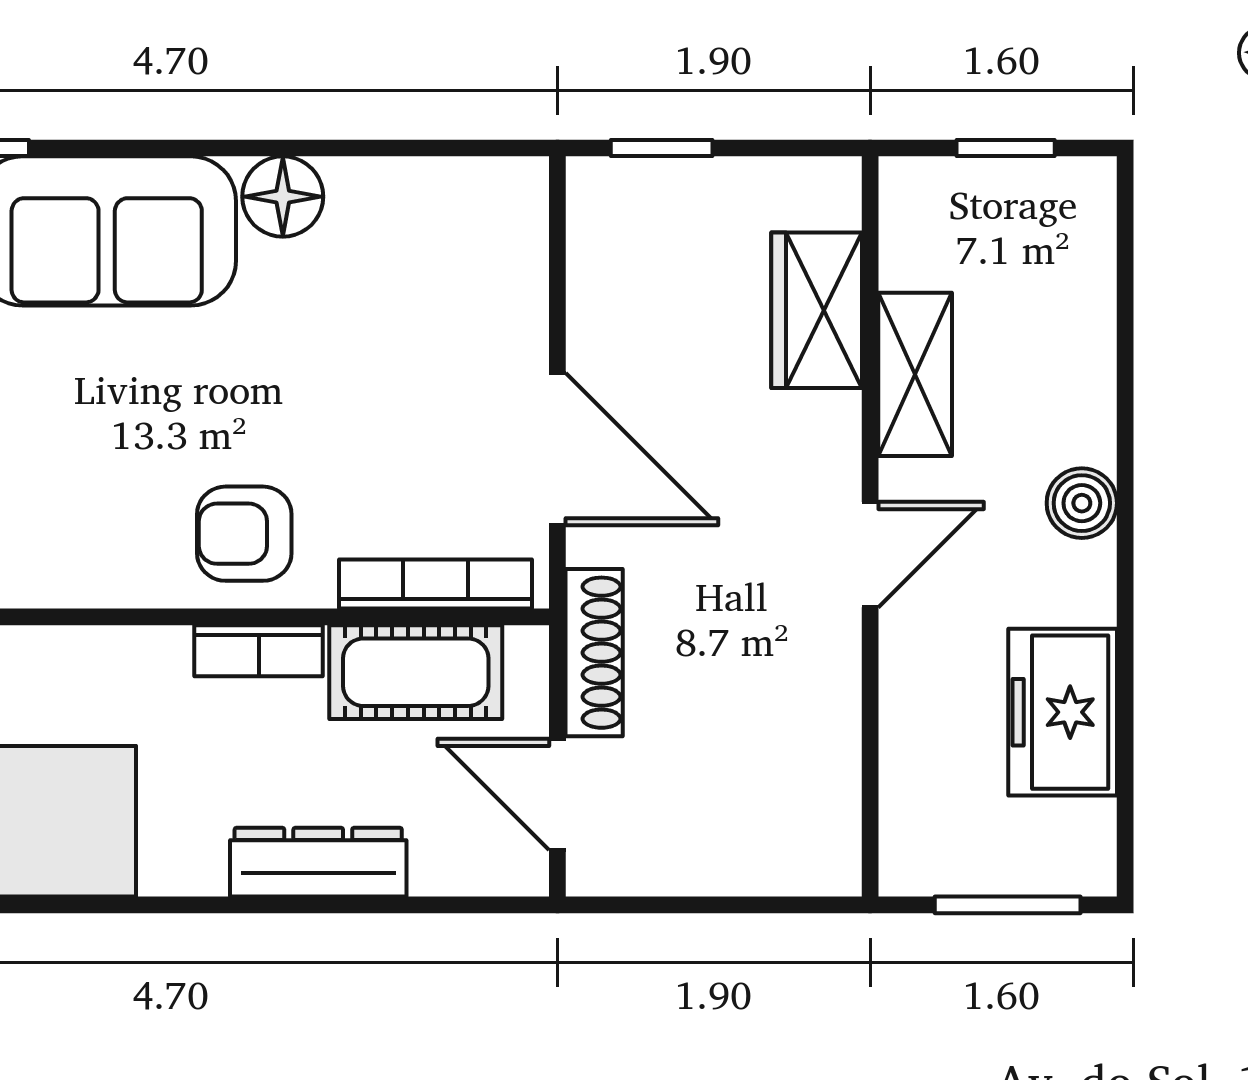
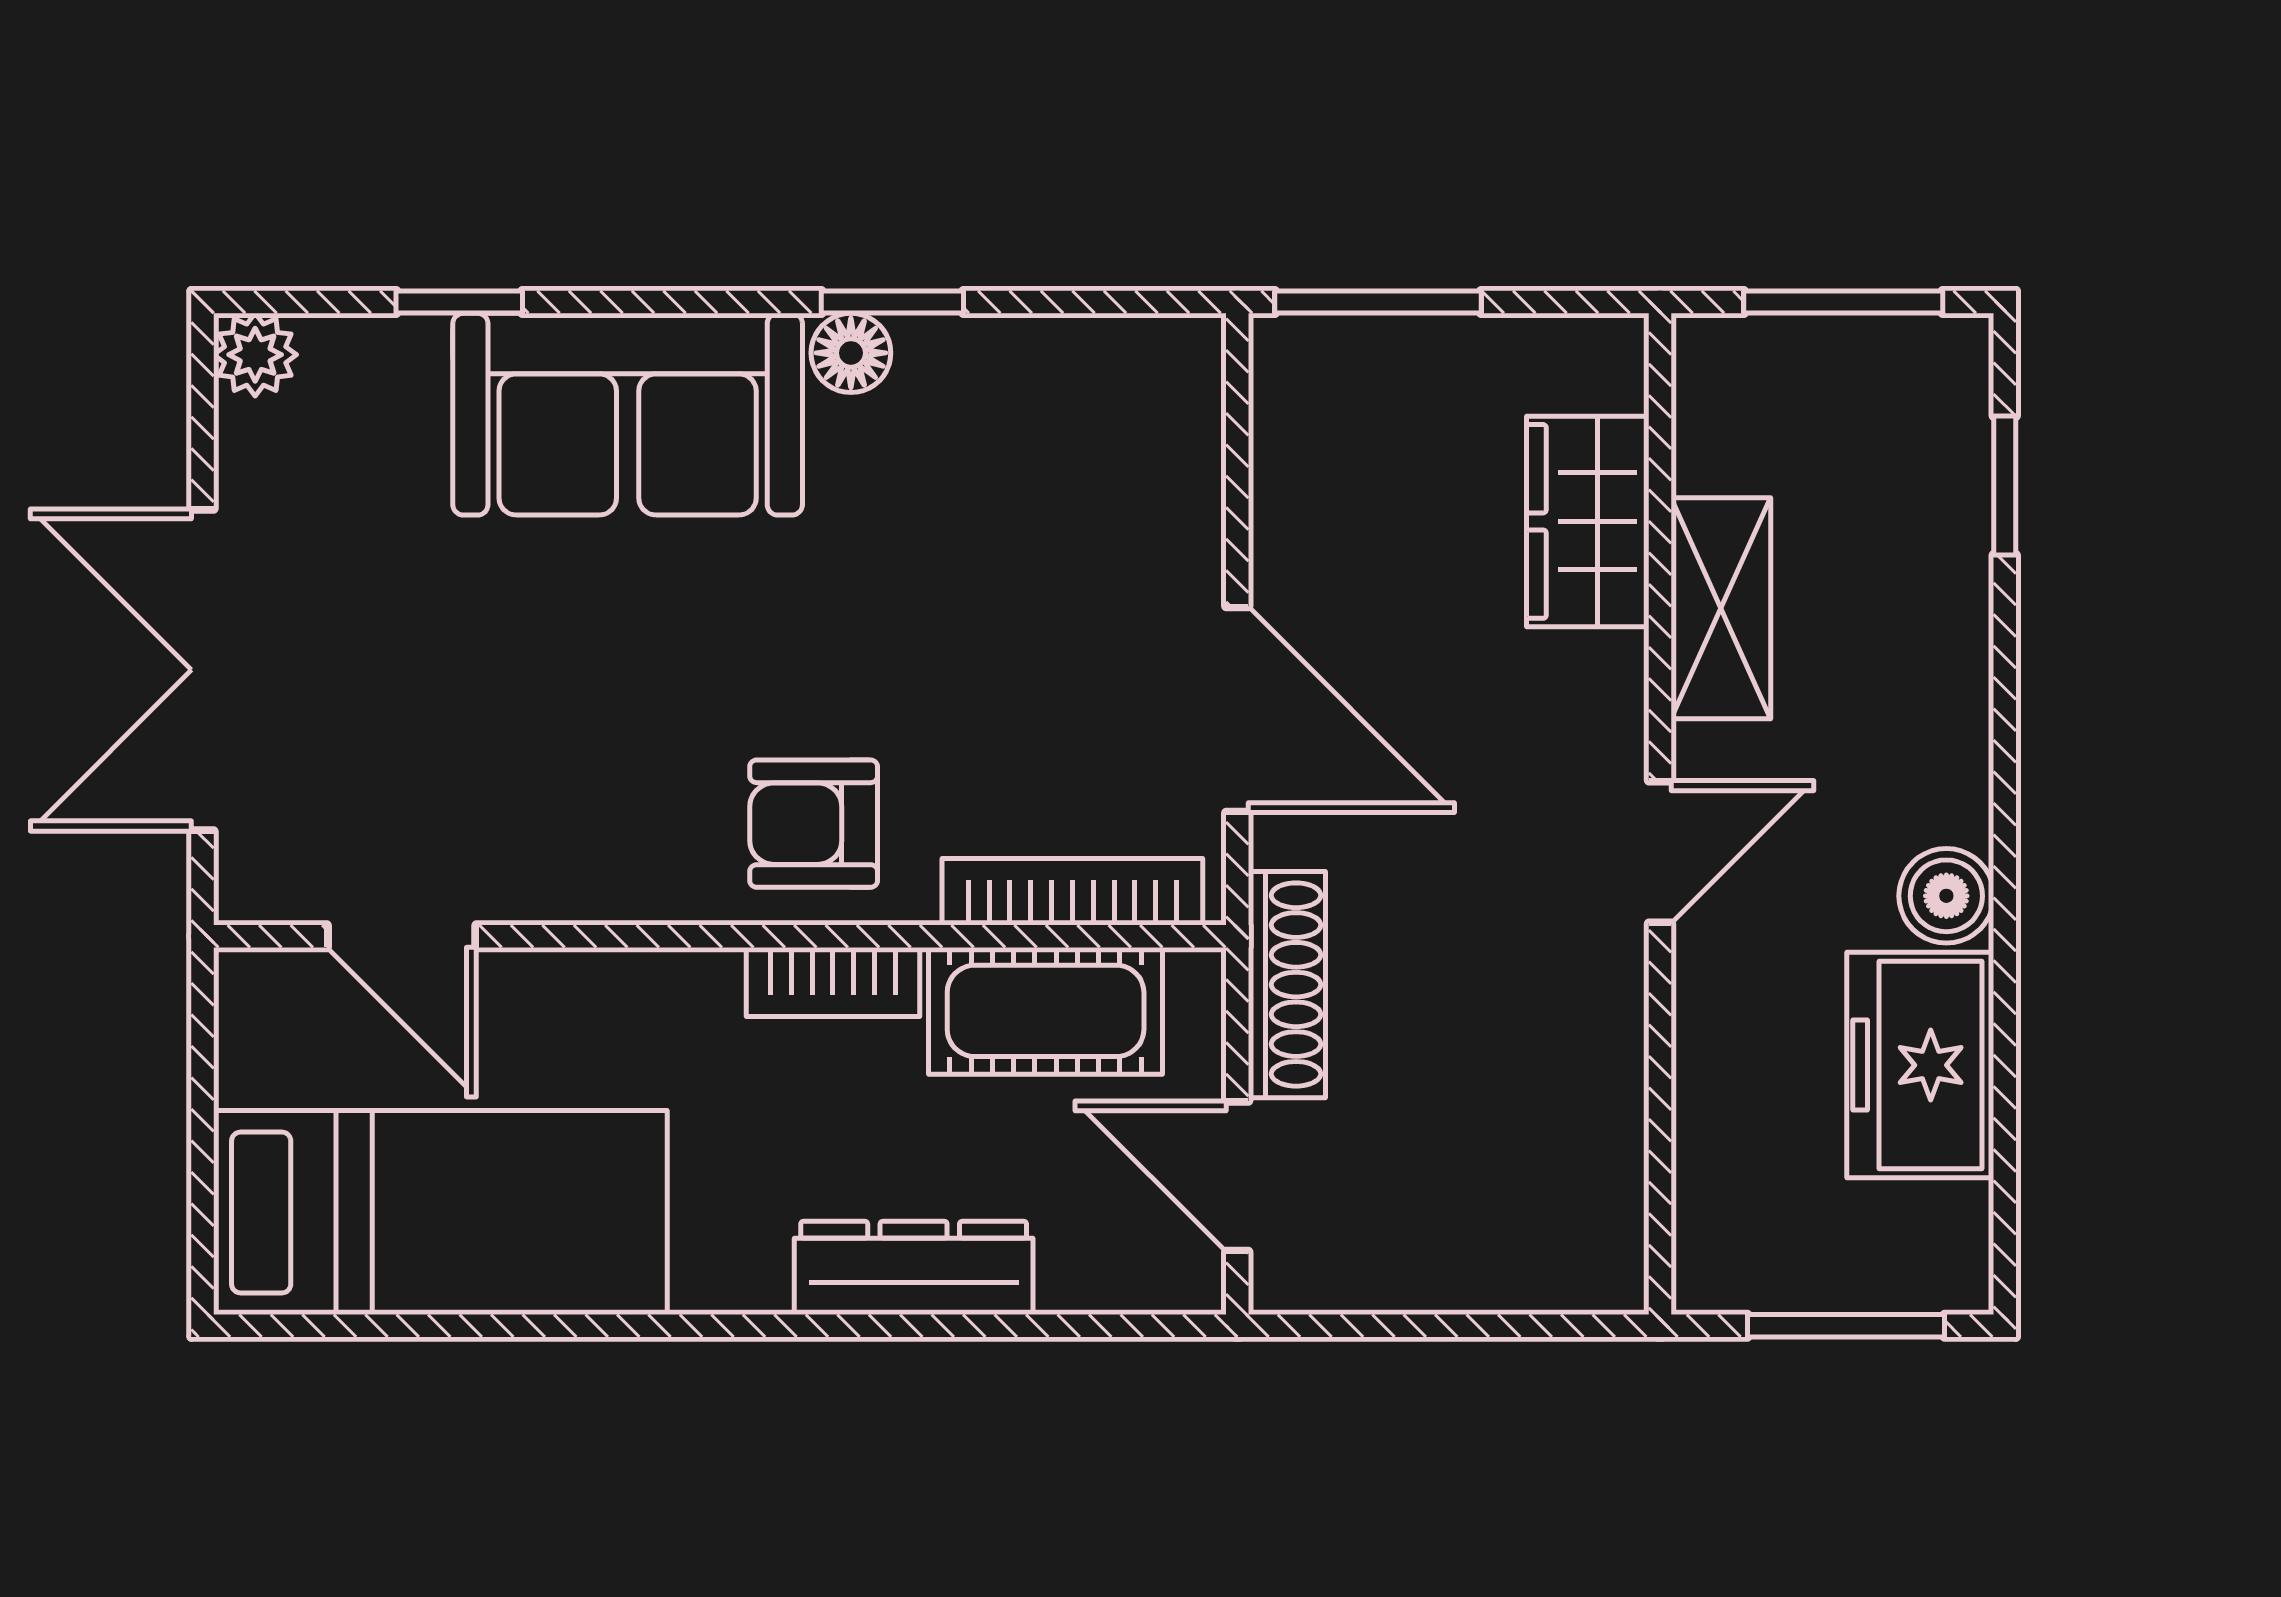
window: (302, 148) -> (892, 302), added
window: (662, 148) -> (1378, 302), width x1.50
window: (1006, 148) -> (1843, 302), width x1.50
floor lamp: (283, 197) -> (851, 353), width x0.73, depth x0.73
window: (1125, 284) -> (2005, 485), added
boiler: (1082, 503) -> (1946, 896), moved

